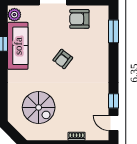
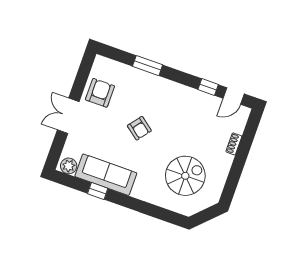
armchair: (79, 19) -> (100, 93), turned 180
window: (113, 31) -> (148, 66), moved

